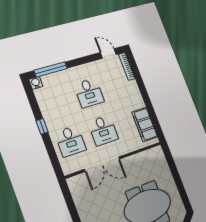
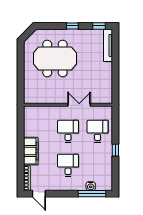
water cooler: (36, 83) -> (91, 186), moved
filing cabinet: (145, 125) -> (31, 151), moved
double door: (102, 164) -> (79, 105), width x0.73

